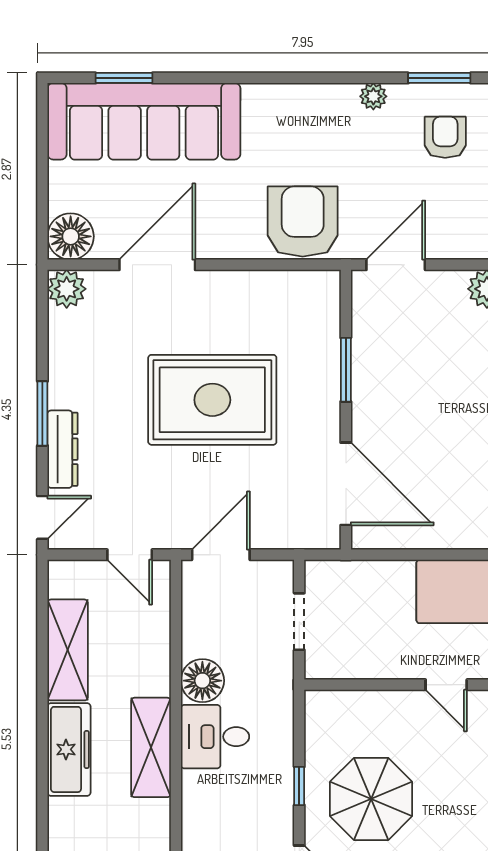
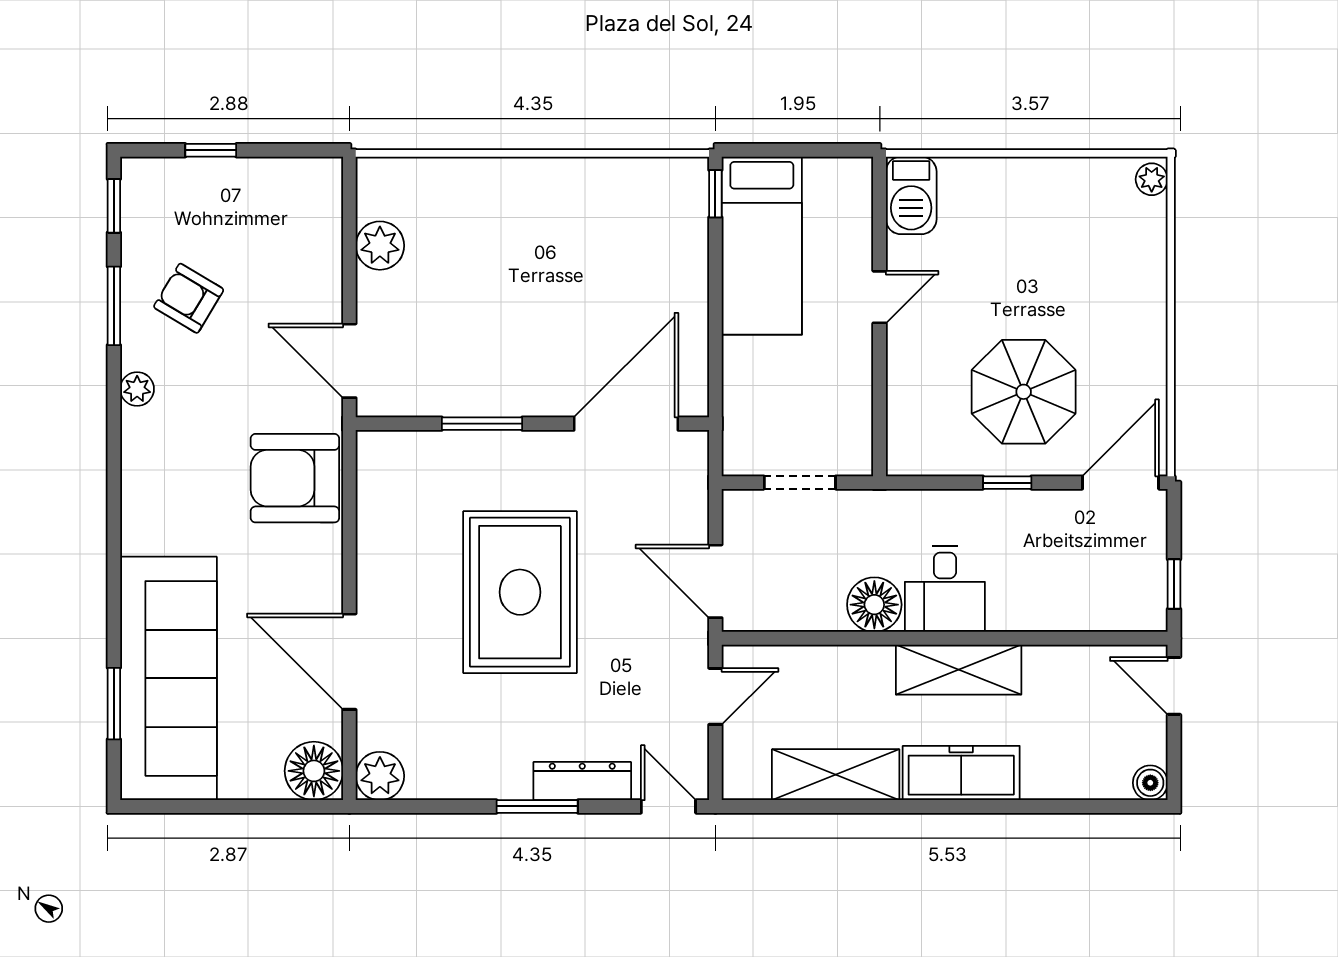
armchair: (445, 137) -> (189, 298), turned 31

